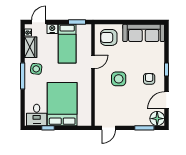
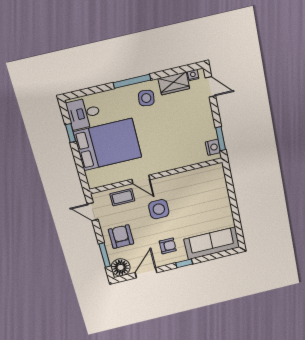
nightstand: (52, 29) -> (213, 147), moved
sofa: (144, 33) -> (212, 243), moved, turned 90
armchair: (109, 37) -> (121, 237), moved
bed: (67, 44) -> (190, 132), removed
door: (93, 62) -> (141, 179), moved
door: (167, 100) -> (146, 273), hinge flipped
coffee table: (103, 103) -> (122, 197), added

